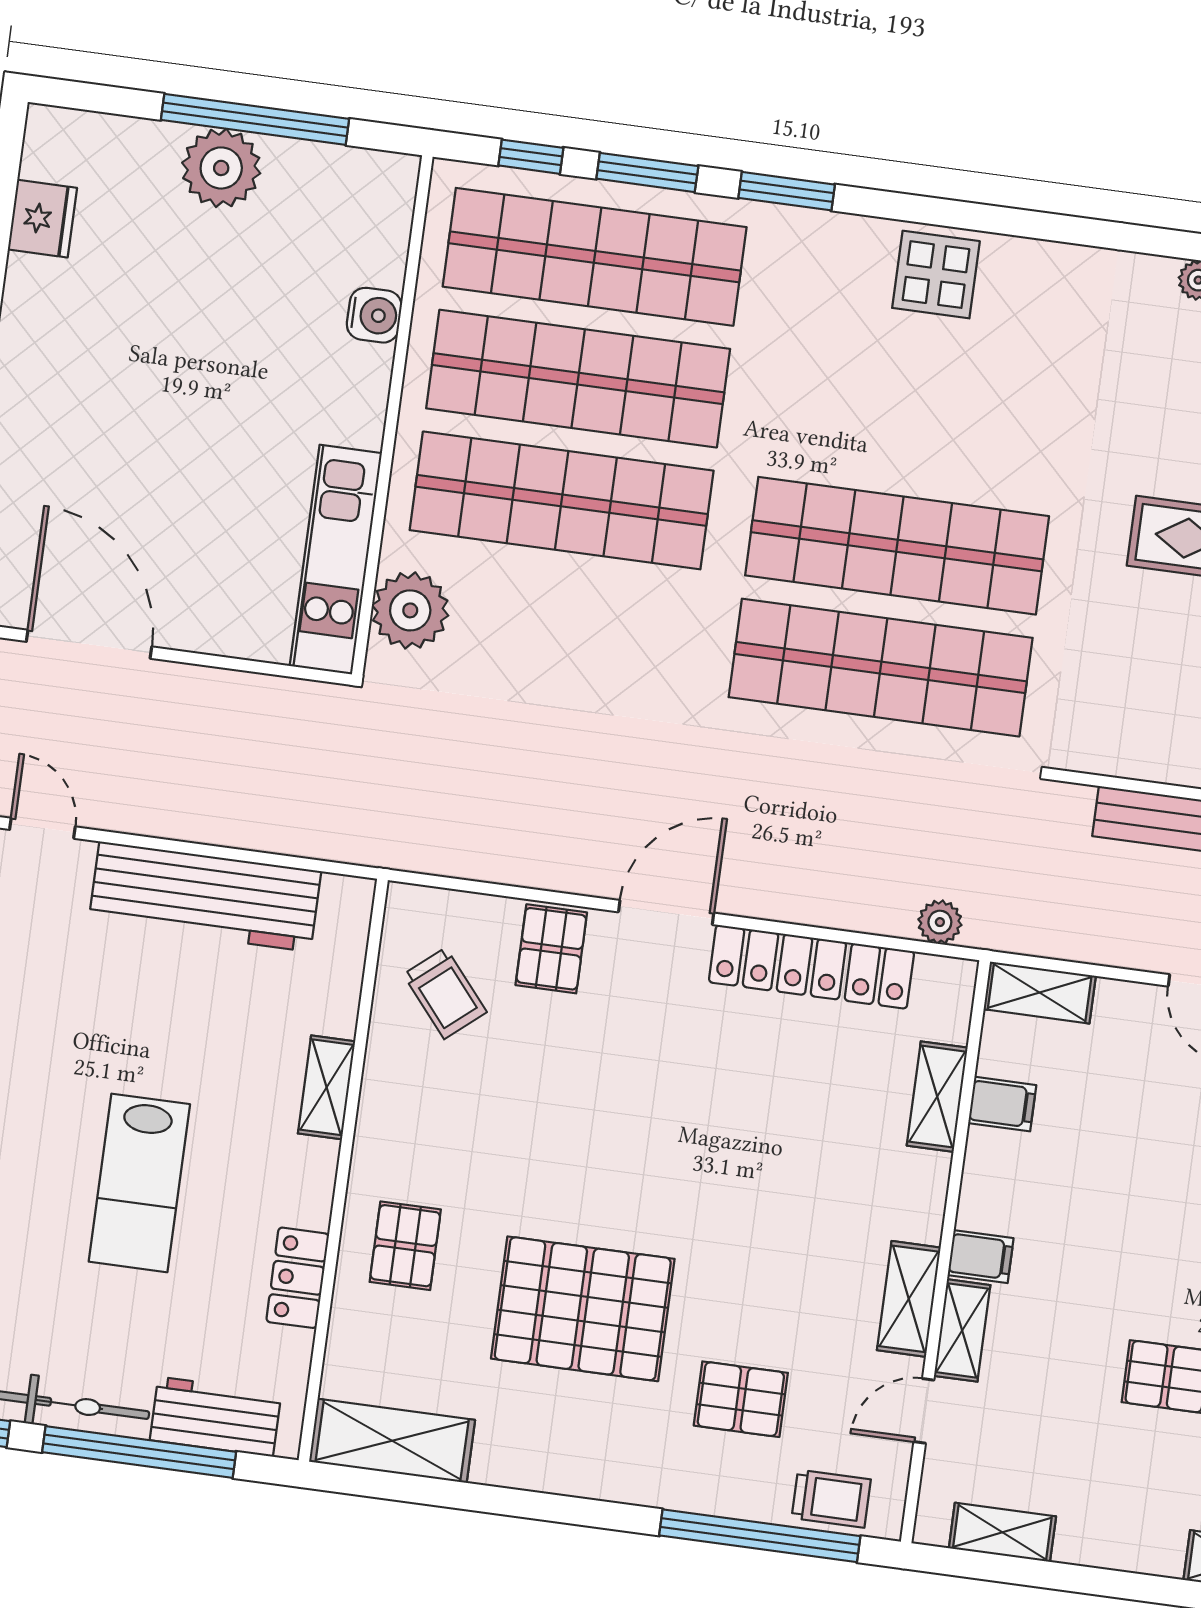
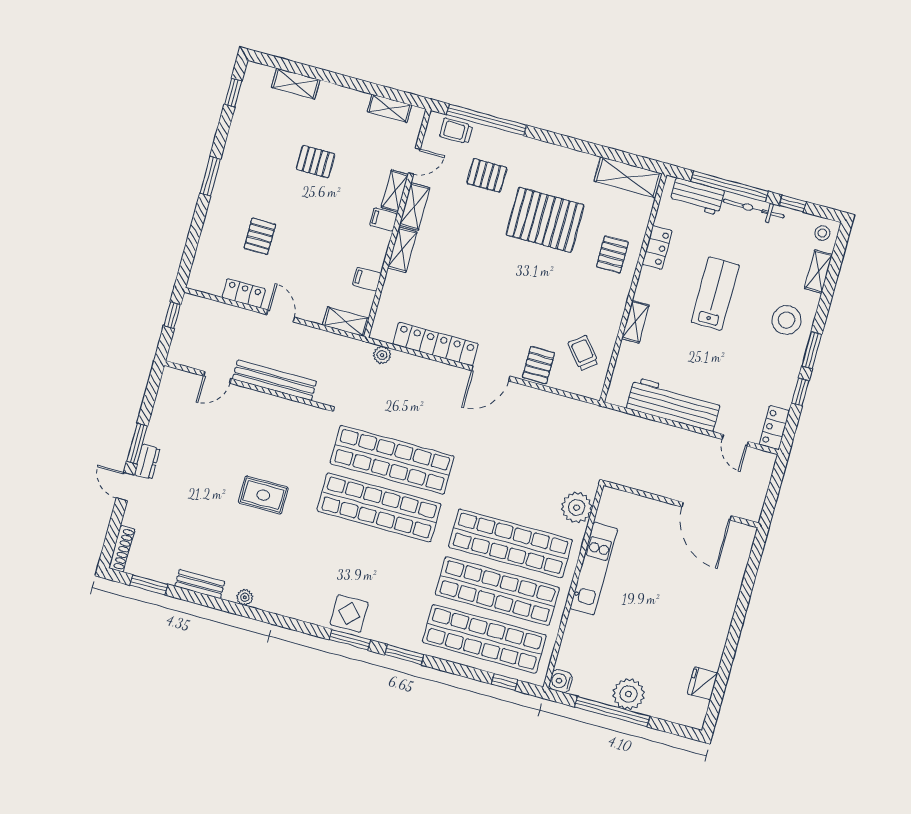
window: (647, 172) -> (350, 640), moved
water cooler: (374, 315) -> (561, 681), moved
kitchen unit: (336, 560) -> (594, 568), moved
shelving: (937, 1097) -> (402, 250), moved

